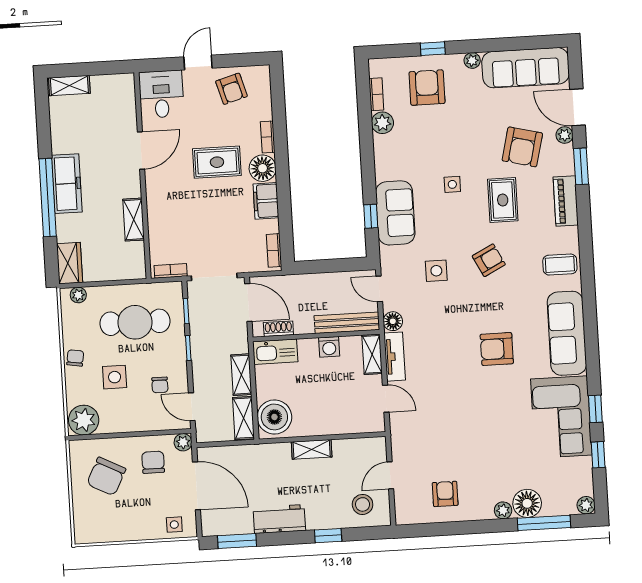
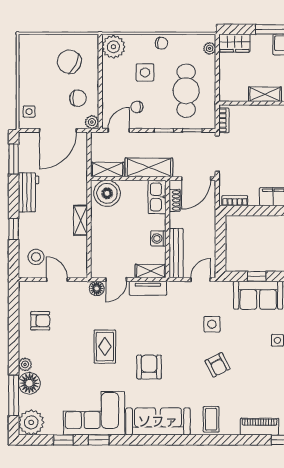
rug: (503, 200) -> (105, 347), moved, turned 90
floor lamp: (393, 321) -> (97, 288), moved
shelving: (241, 375) -> (149, 167), width x1.50, depth x1.33
plant: (586, 505) -> (31, 422), width x1.88, depth x1.88

